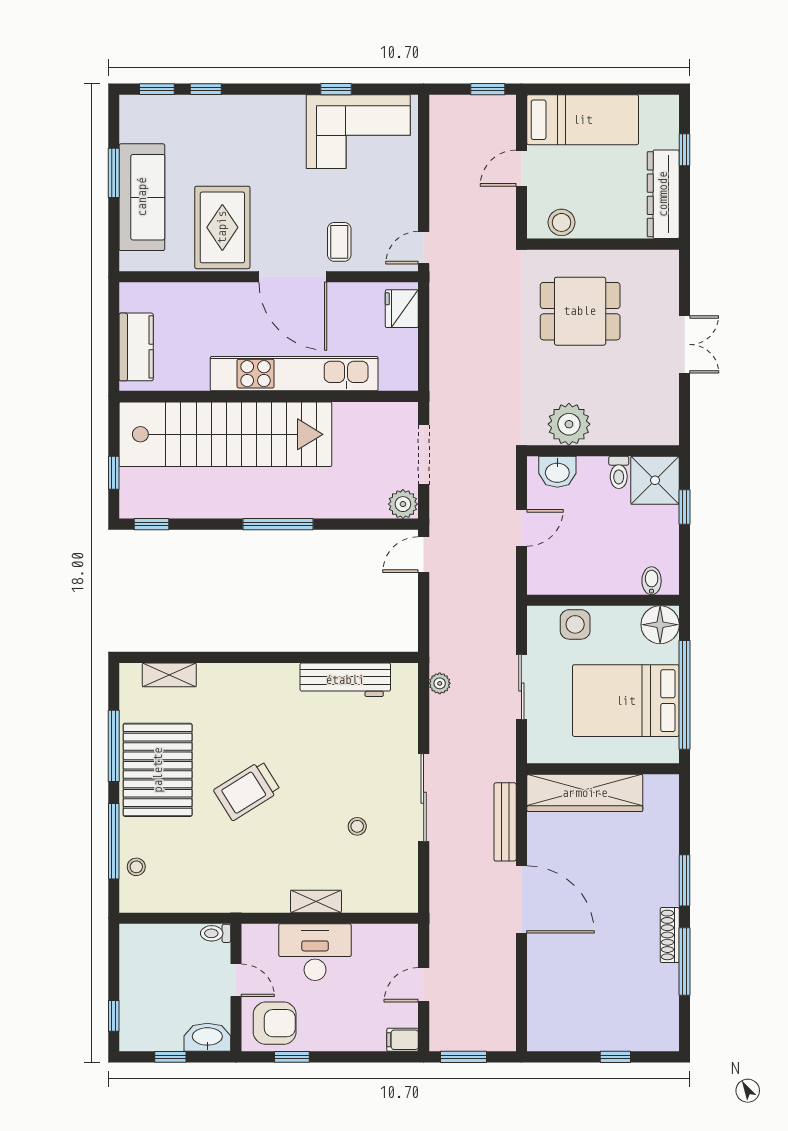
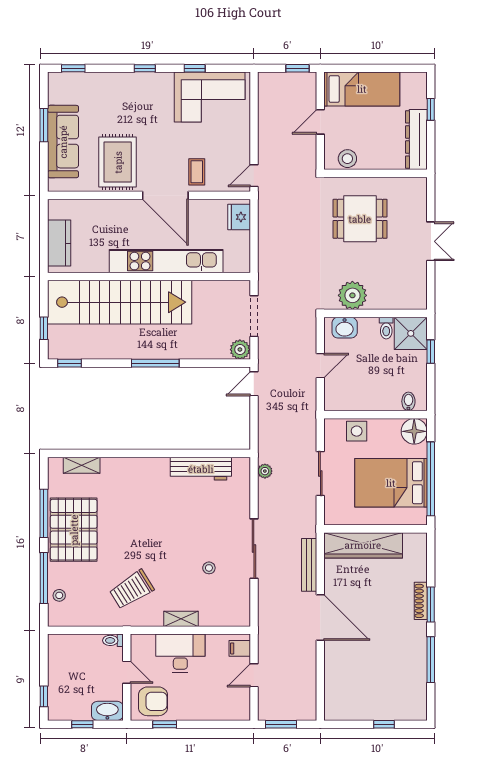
window: (206, 89) -> (145, 68), moved
trolley: (247, 791) -> (132, 589), moved
shoe rack: (670, 935) -> (421, 601), moved
filing cabinet: (403, 1040) -> (240, 648), moved

